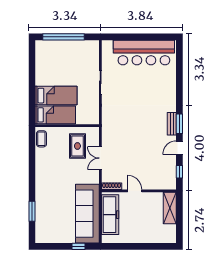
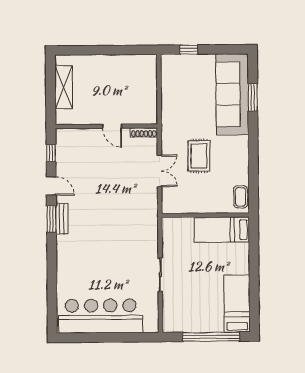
bed: (56, 96) -> (237, 304), moved, turned 90
rug: (77, 146) -> (199, 156), moved
door: (179, 148) -> (51, 186), hinge flipped
shelving: (170, 208) -> (64, 87), moved
sofa: (87, 214) -> (232, 94), moved, turned 180
freezer: (110, 215) -> (146, 93), removed

